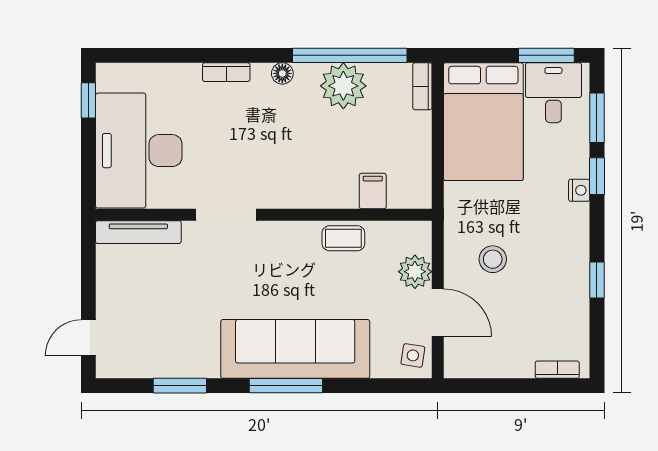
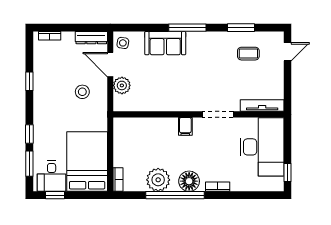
window: (350, 55) -> (175, 195), moved
window: (546, 55) -> (55, 195), width x0.67
floor lamp: (282, 73) -> (189, 181), width x1.89, depth x1.89
nightstand: (579, 190) -> (38, 127), removed
filing cabinet: (373, 191) -> (185, 126), moved
coffee table: (343, 238) -> (248, 54), moved
sofa: (295, 349) -> (165, 43), width x0.54, depth x0.79
dresser: (475, 366) -> (91, 38), added

